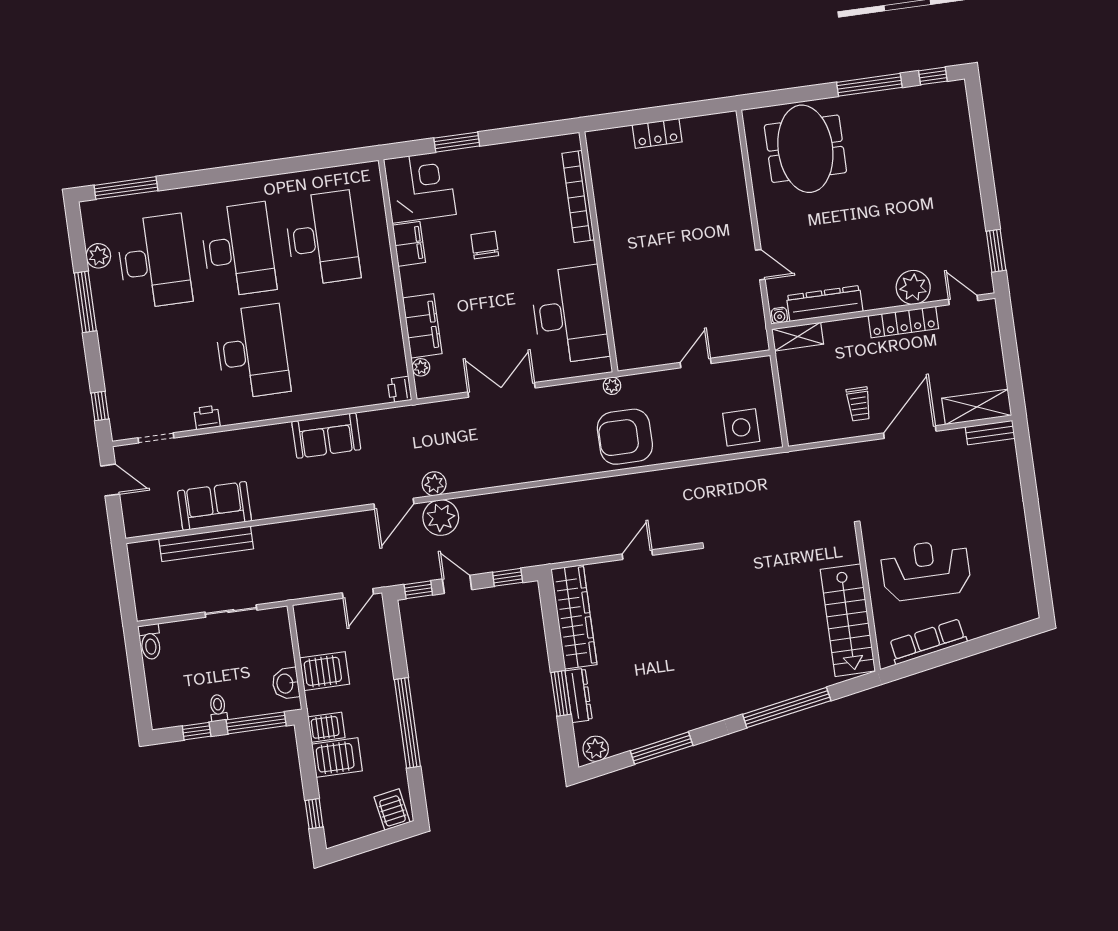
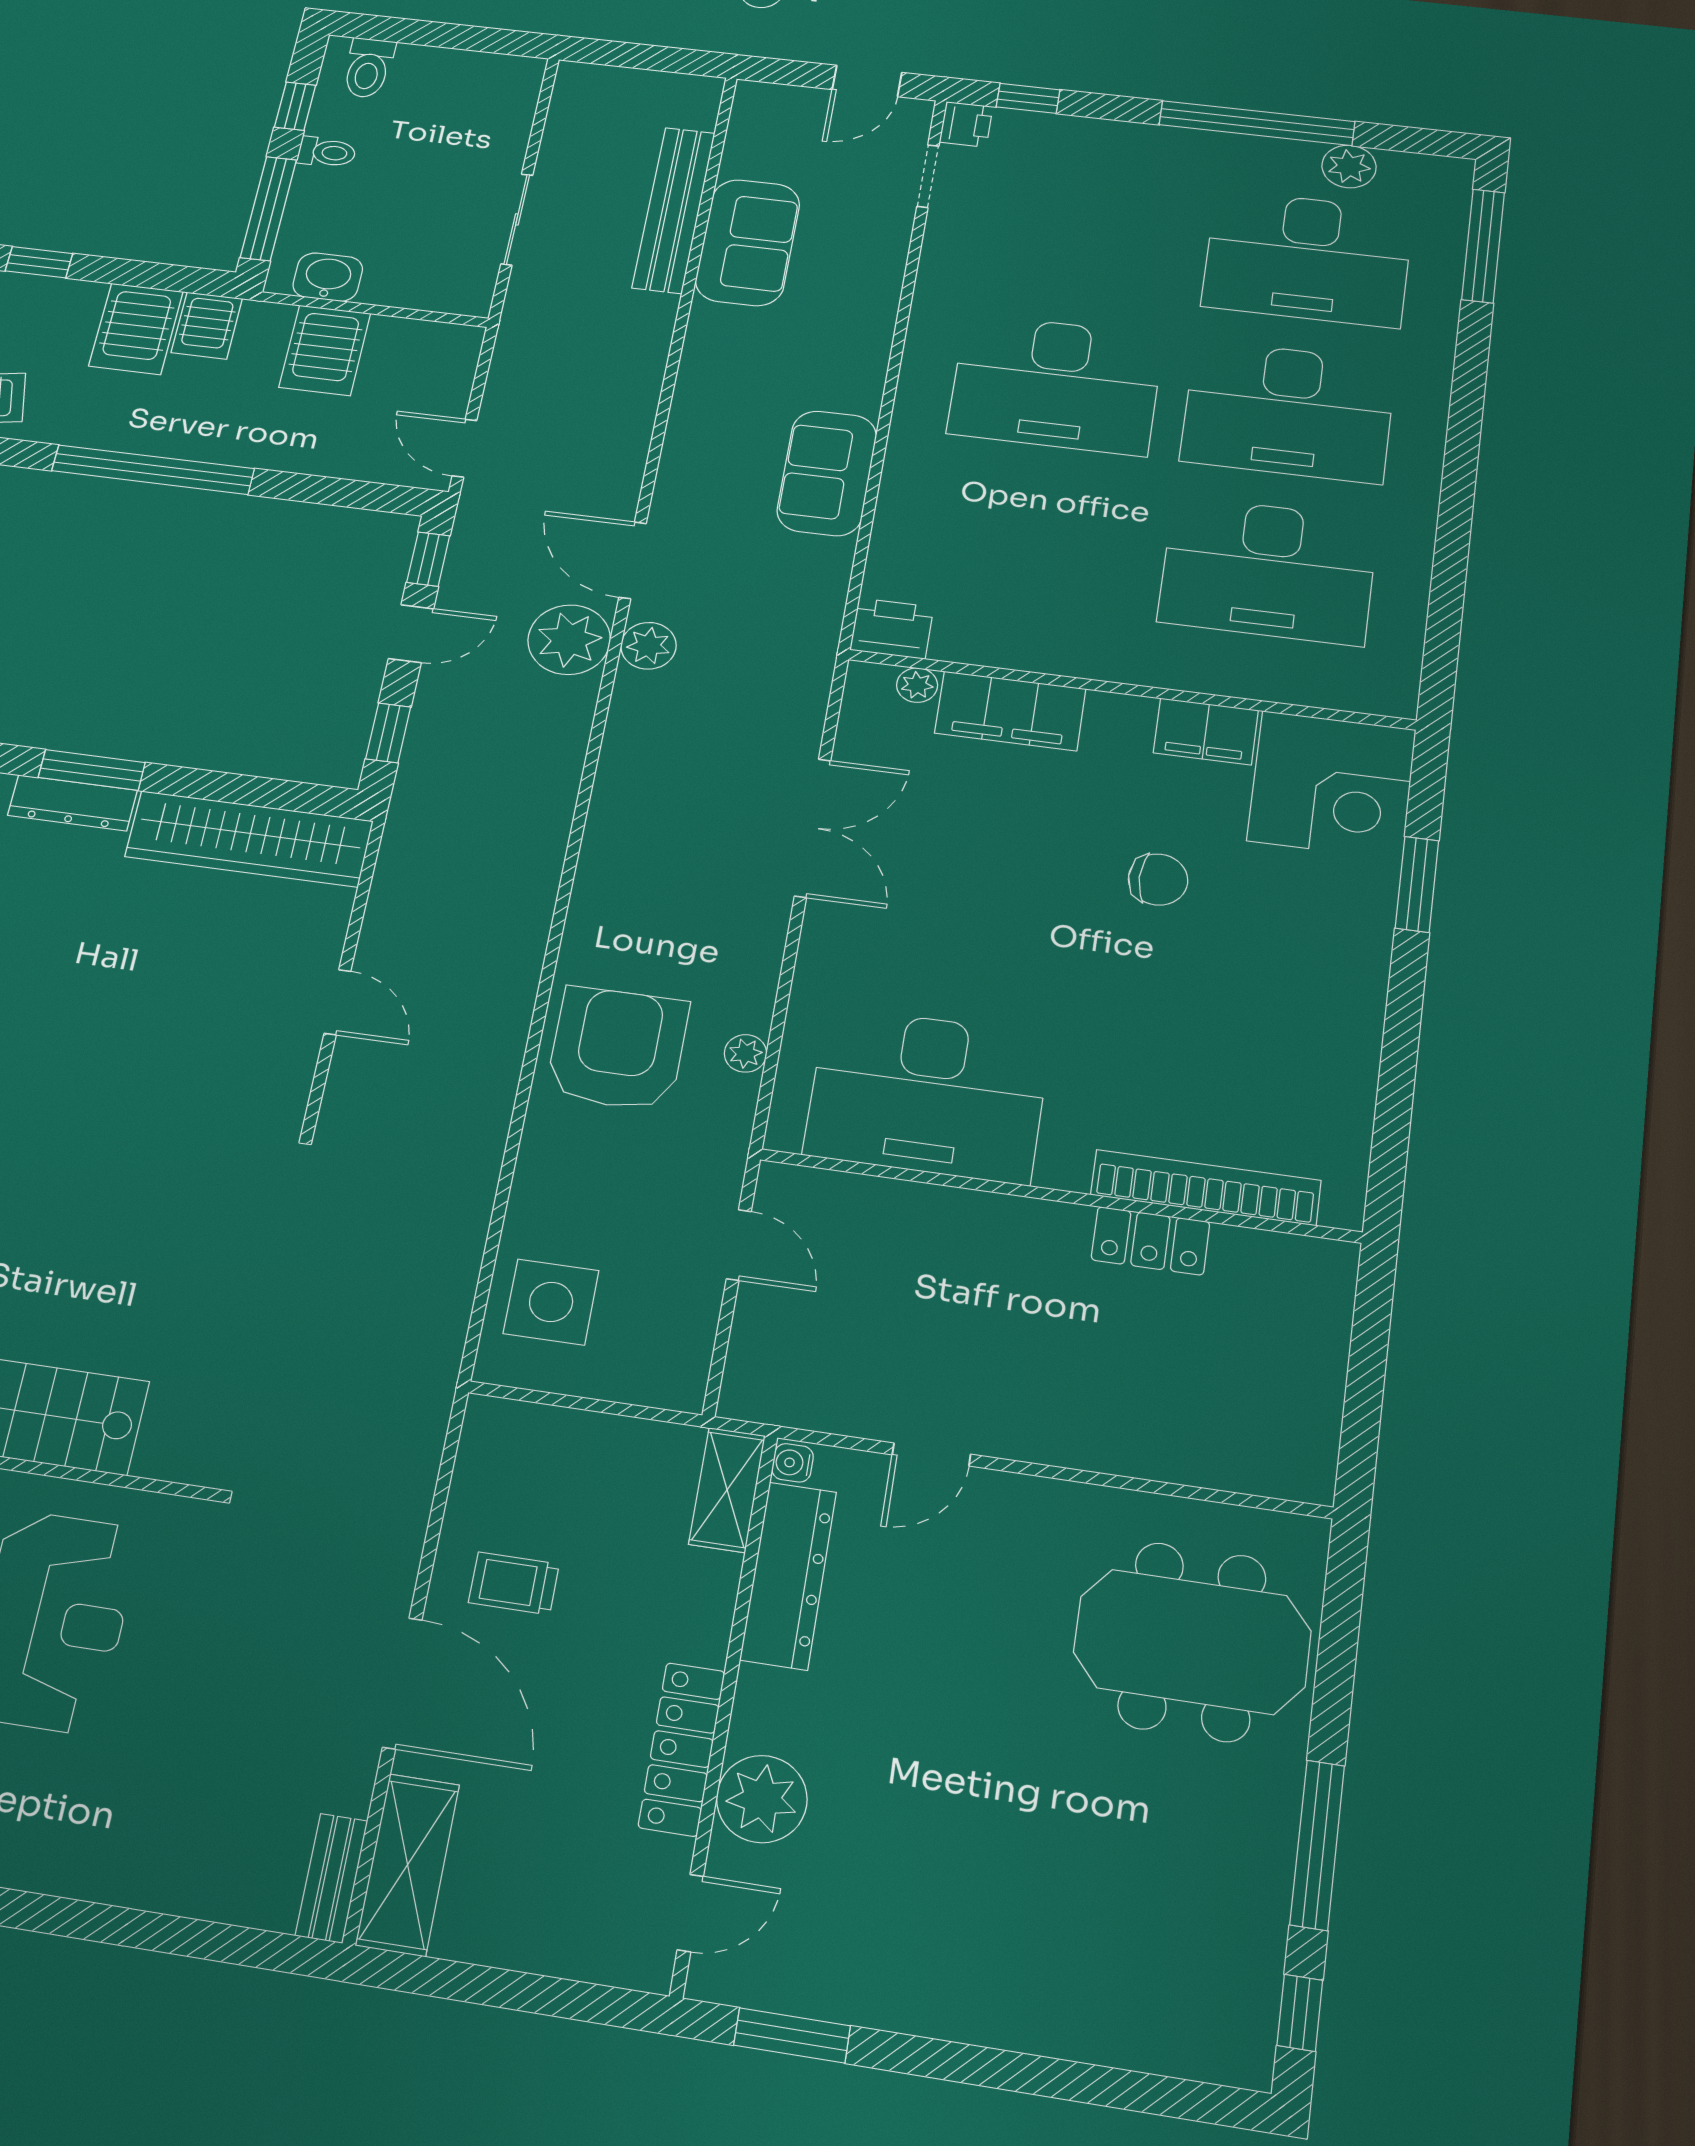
locker: (657, 133) -> (1151, 1241), moved, turned -90
bookcase: (578, 197) -> (1206, 1188), moved
wall: (598, 252) -> (1059, 1196), moved
window: (85, 302) -> (1257, 123), width x1.46
desk: (570, 315) -> (927, 1095), moved
printer: (400, 390) -> (892, 629), width x1.36, depth x1.24
printer: (207, 417) -> (966, 124), moved
toilet: (150, 642) -> (368, 68), moved, turned -90

